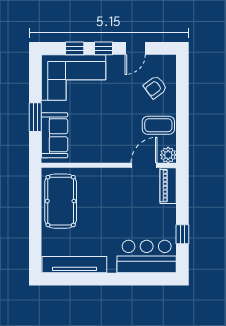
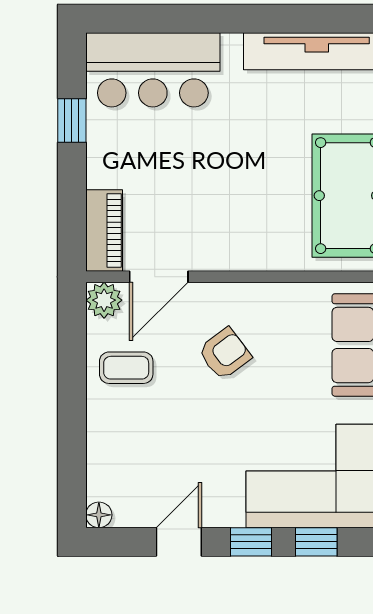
floor lamp: (170, 60) -> (99, 515), added
armchair: (155, 87) -> (225, 354), moved
coffee table: (158, 125) -> (126, 368), width x0.73, depth x0.77

